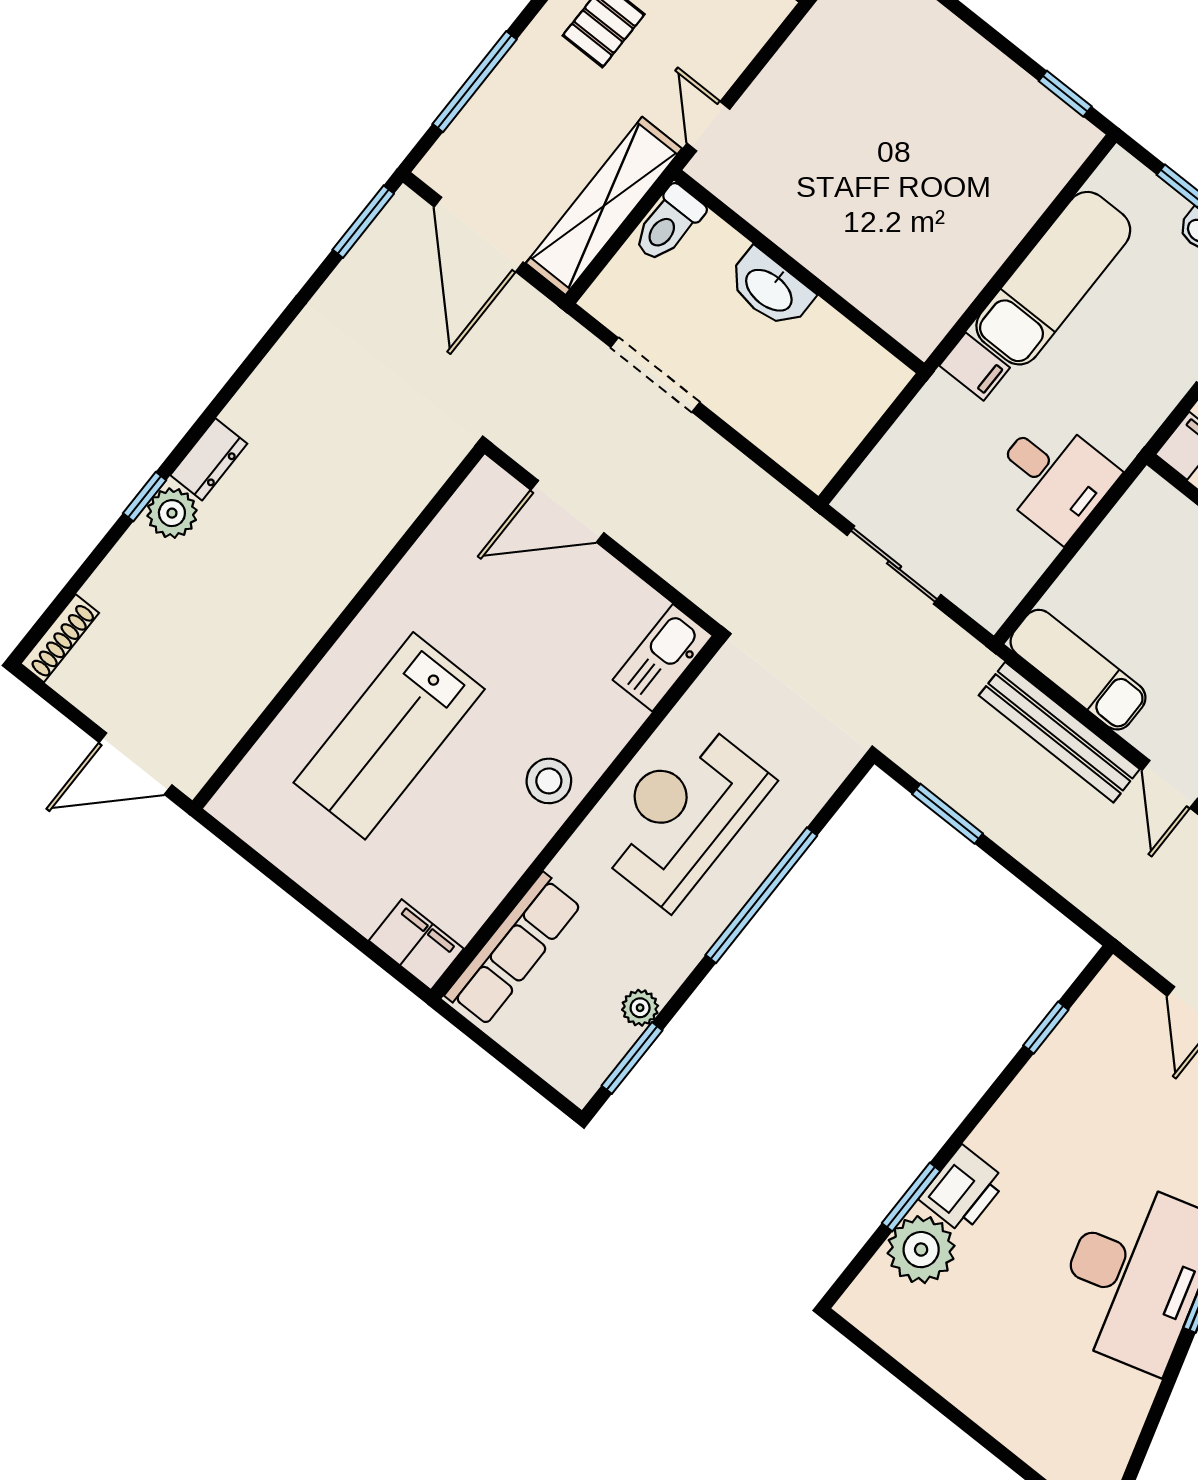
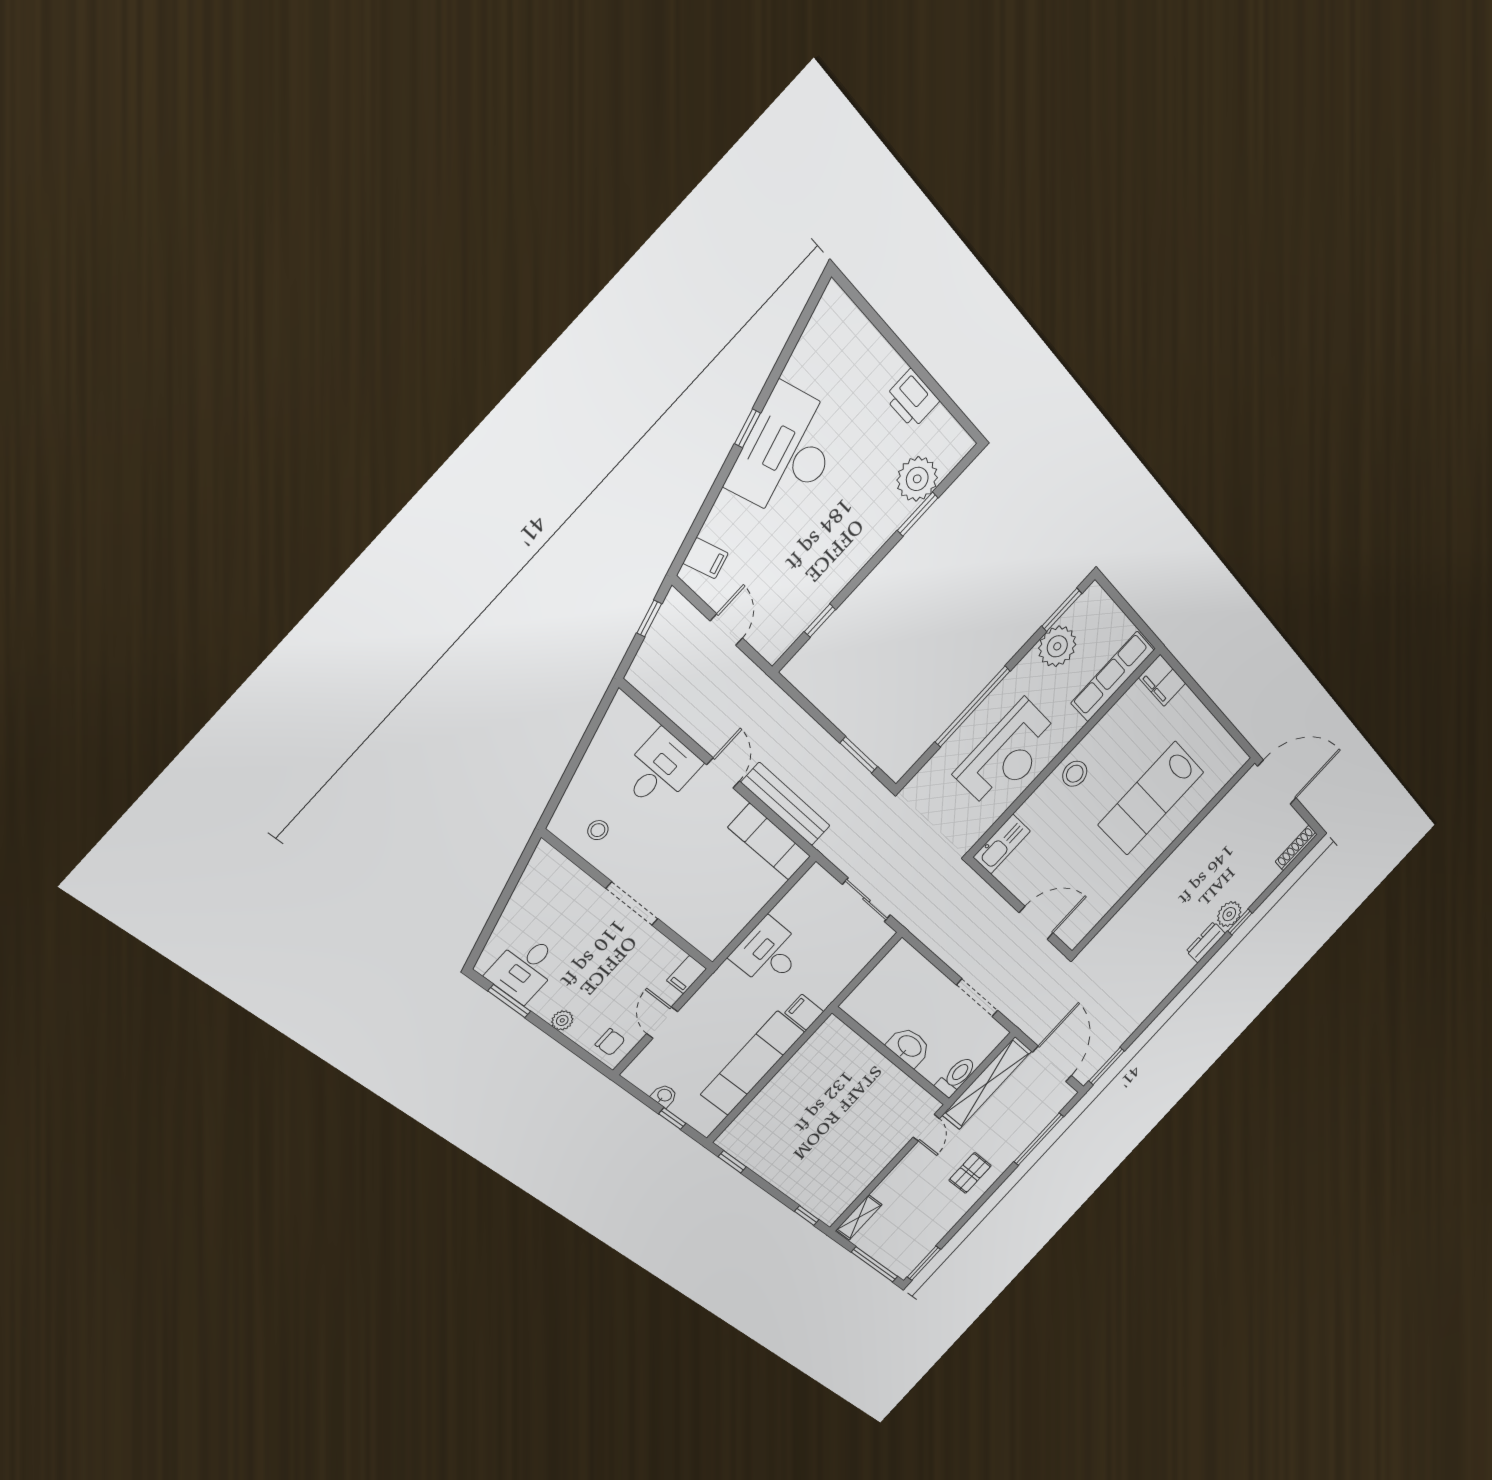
lab bench: (389, 736) -> (1151, 798), turned 180
door: (136, 764) -> (1277, 782), width x1.36
plant: (640, 1008) -> (1057, 646), width x1.87, depth x1.87
printer: (963, 1190) -> (912, 399), moved, turned -90

